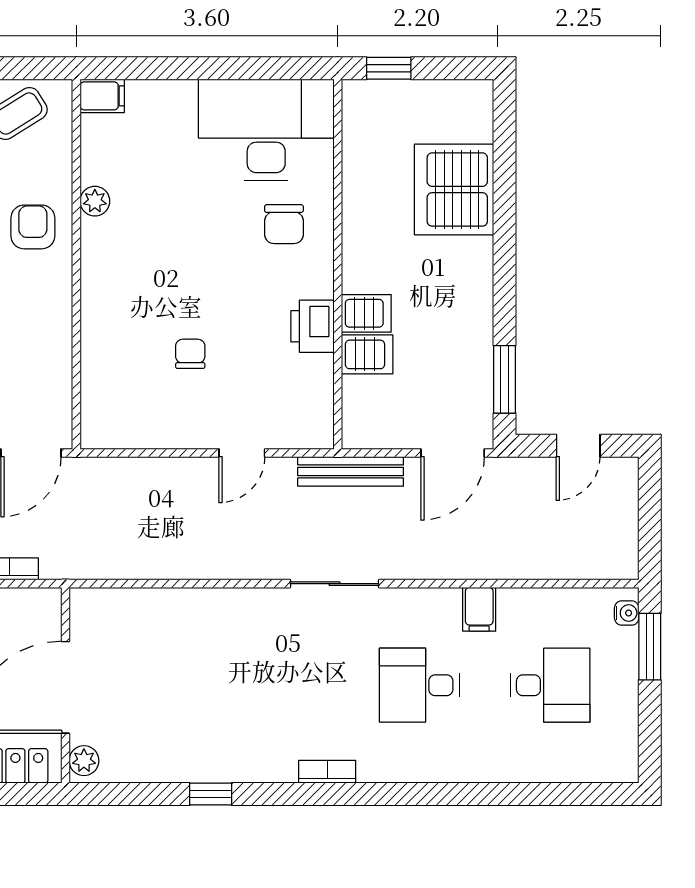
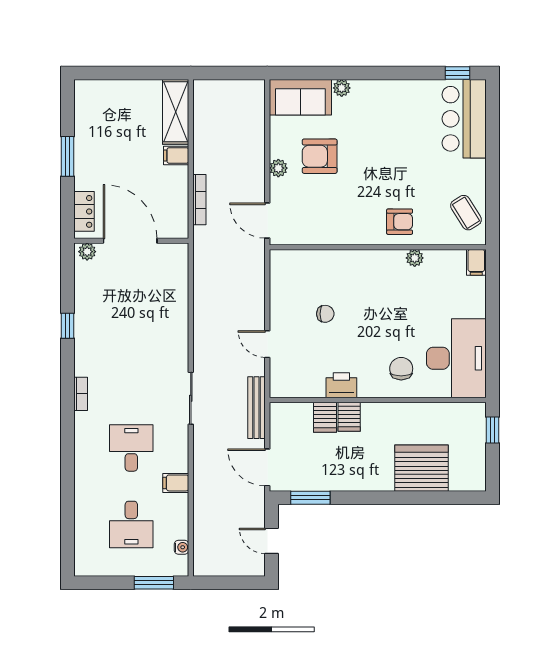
chair: (284, 224) -> (401, 369), turned 90
water cooler: (627, 613) -> (182, 547), moved, turned -90

